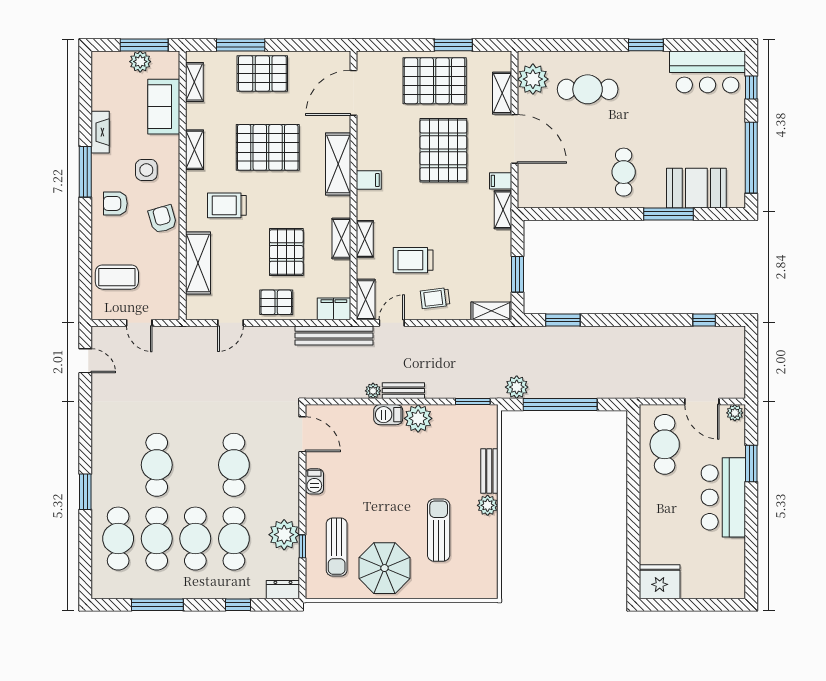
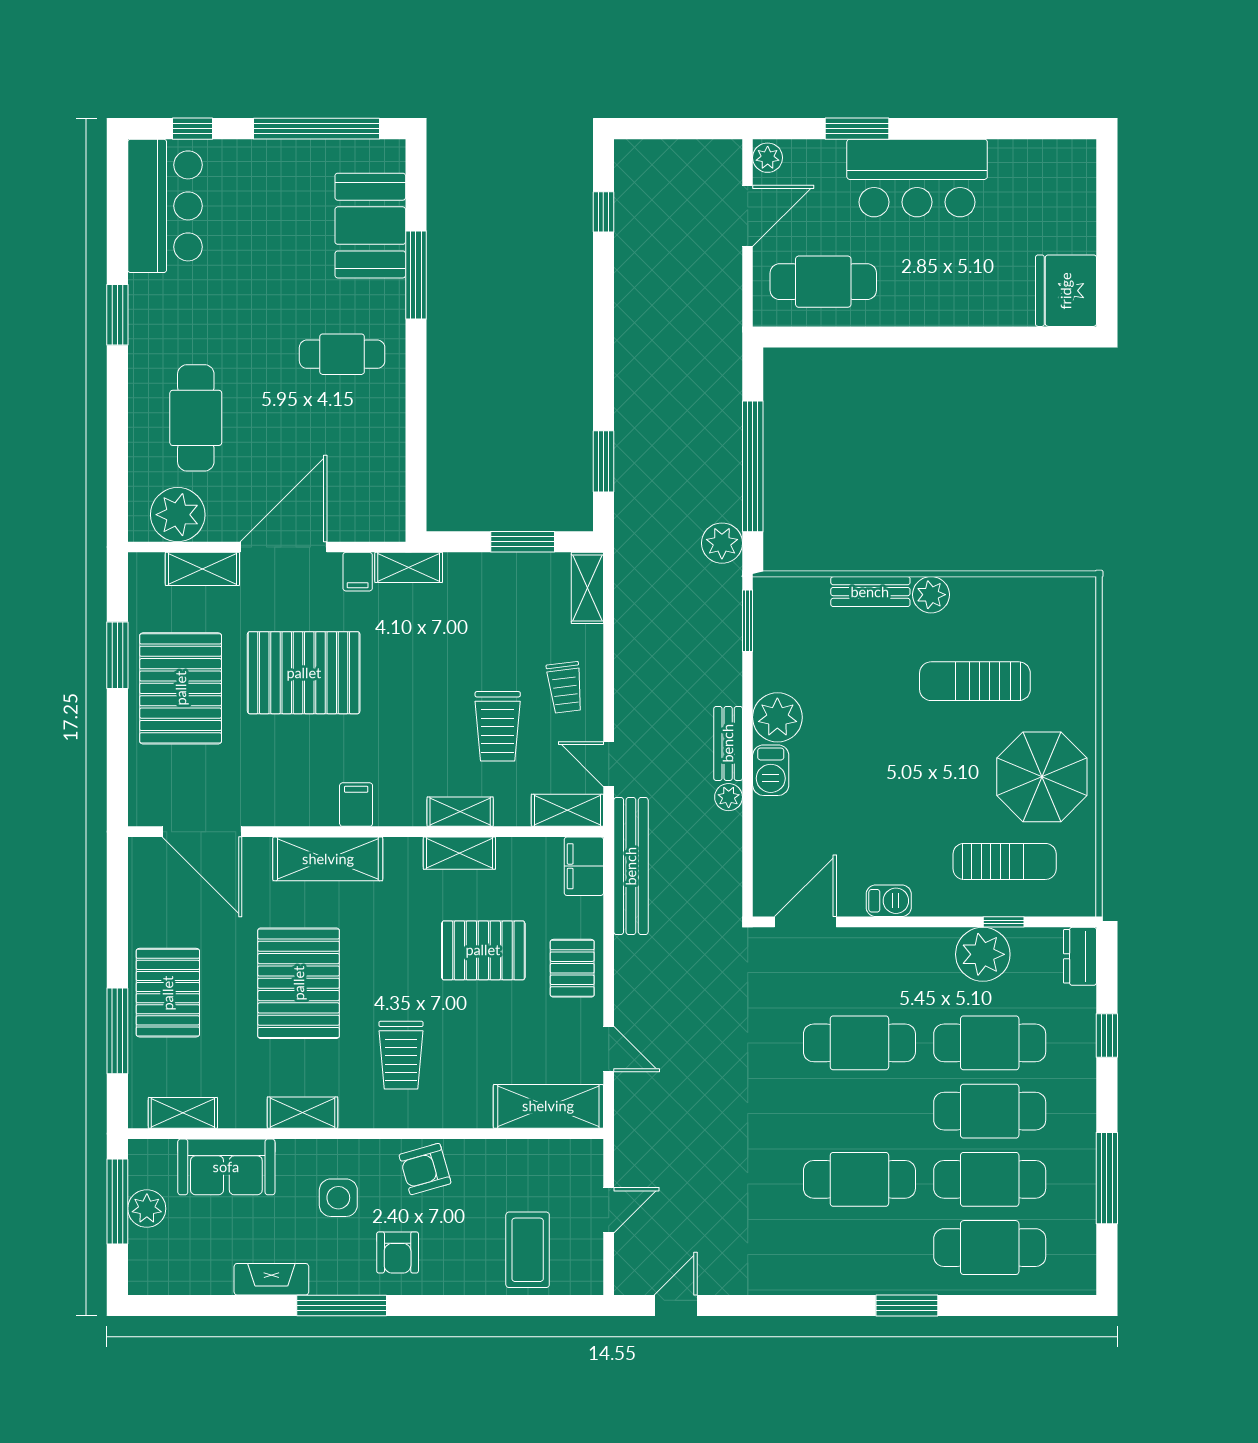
shelving: (198, 263) -> (548, 1106), moved

